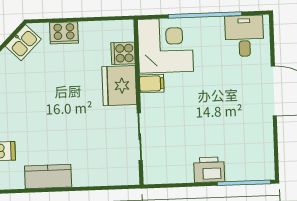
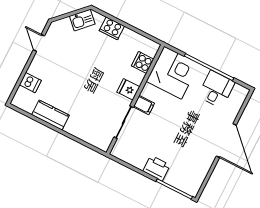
desk: (244, 36) -> (216, 89), moved
filing cabinet: (152, 83) -> (144, 105), moved
fridge: (119, 86) -> (128, 89), width x0.53, depth x0.75

